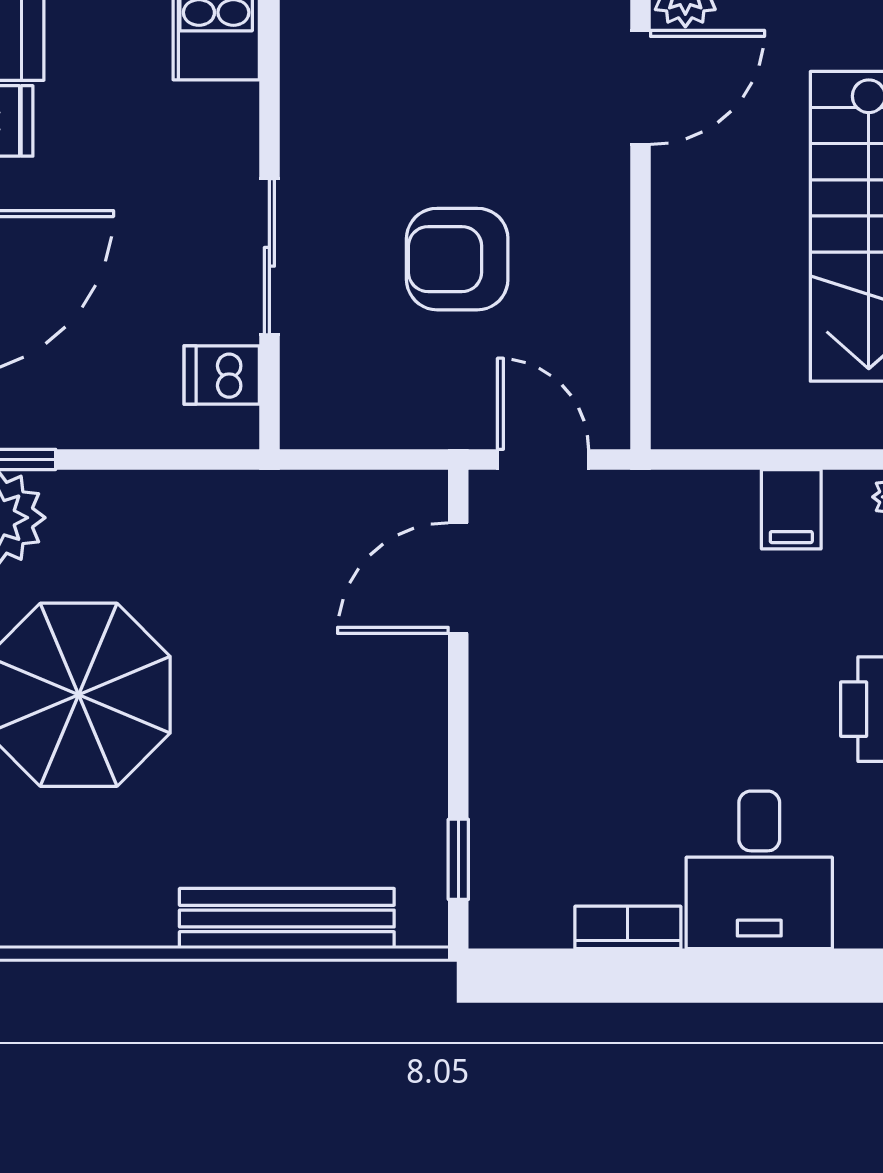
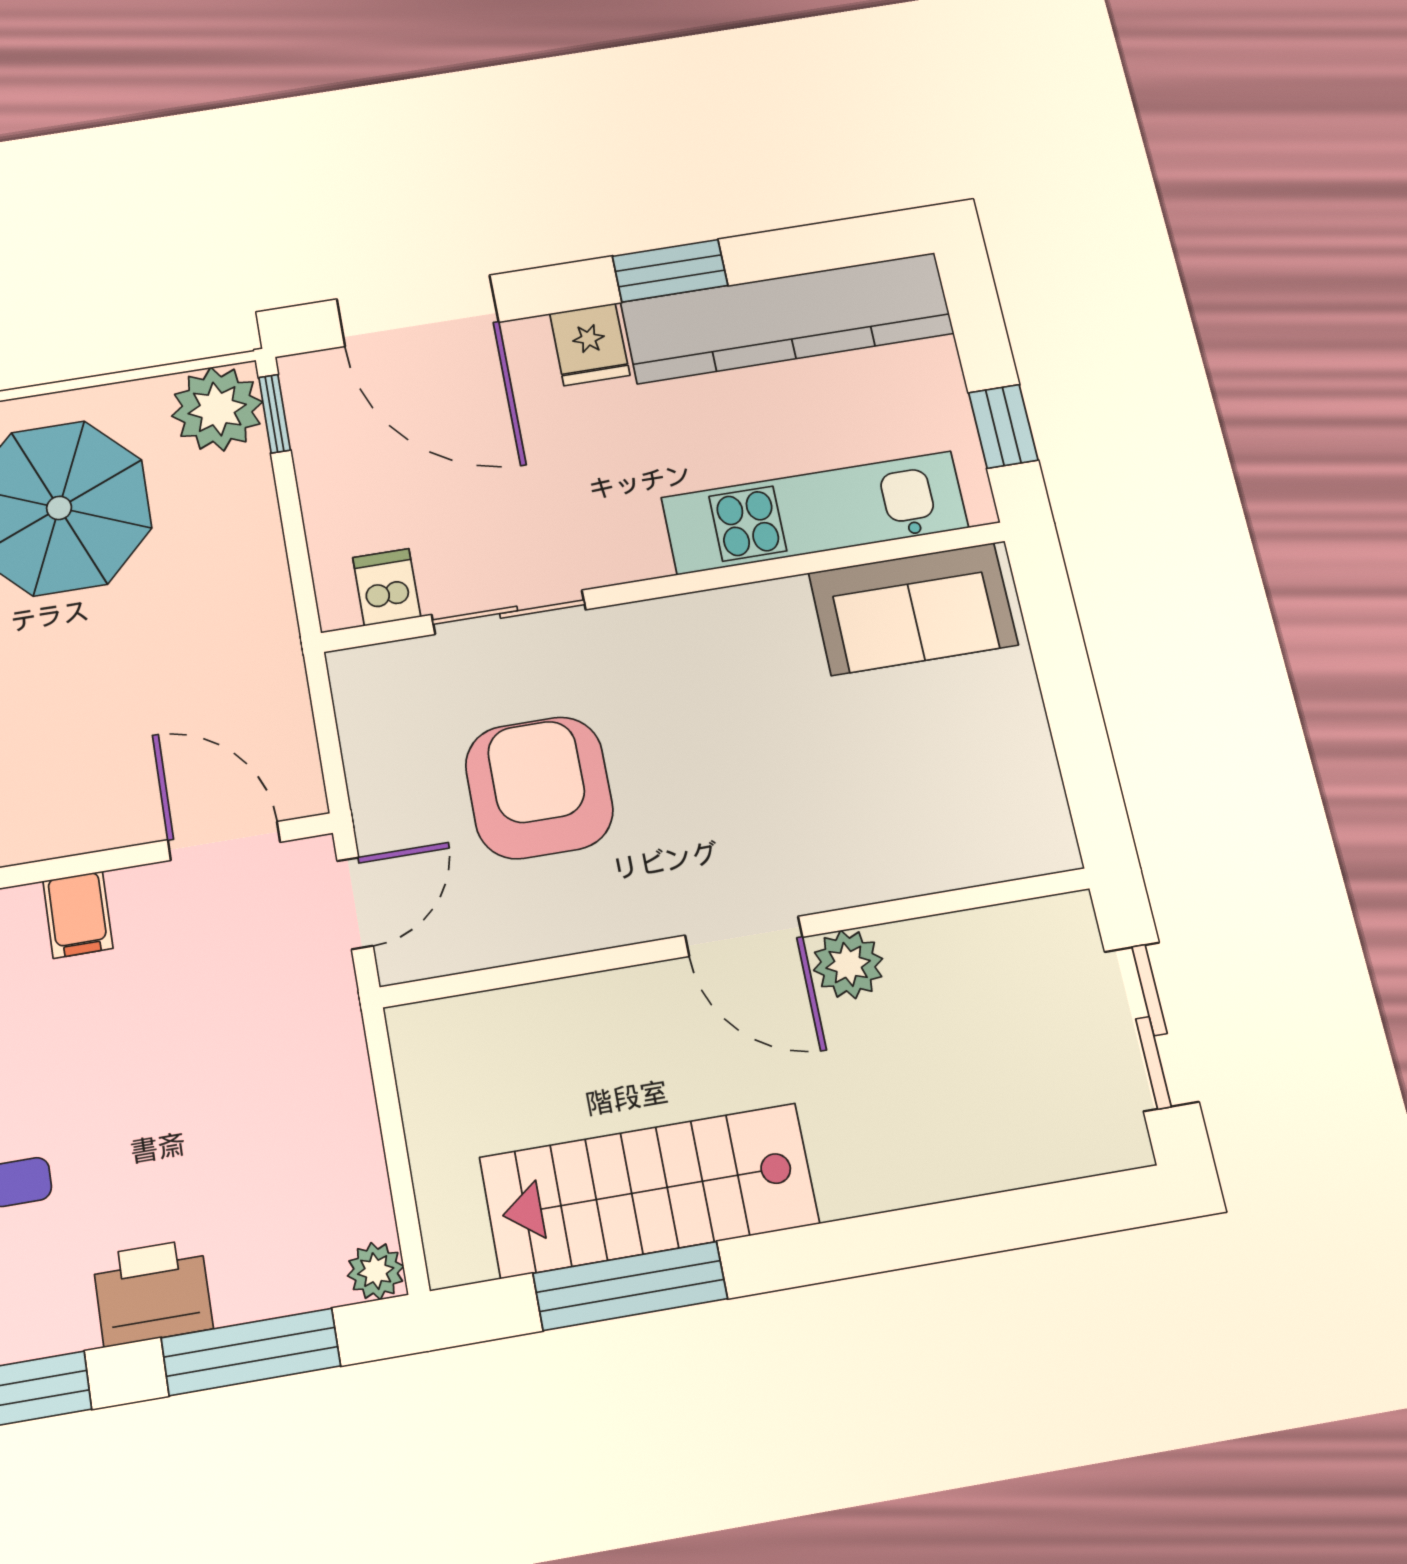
armchair: (457, 259) -> (539, 788), width x1.36, depth x1.36
filing cabinet: (791, 509) -> (78, 915), moved, turned -90

